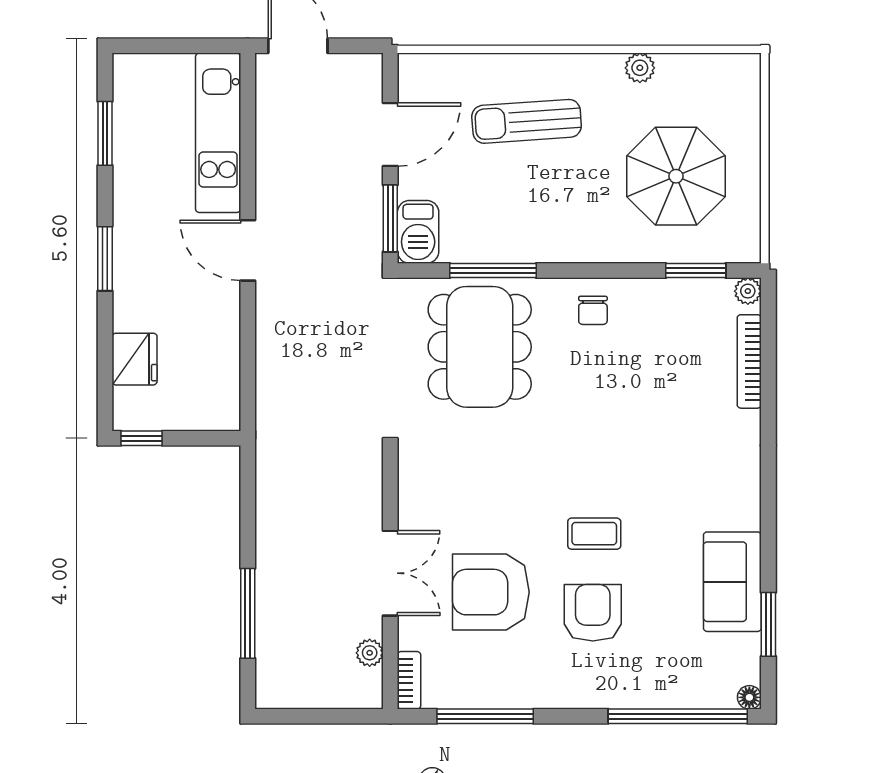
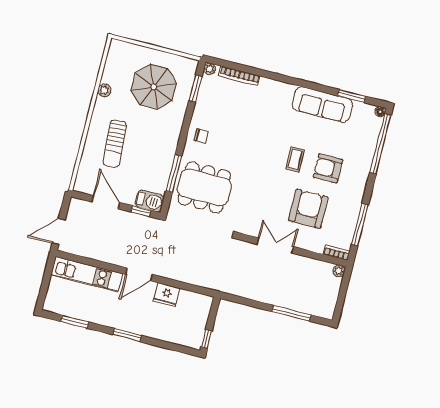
window: (390, 218) -> (141, 211), width x0.67
fridge: (135, 359) -> (166, 295), moved, turned 180
double door: (390, 573) -> (275, 245), moved
sofa: (732, 582) -> (322, 105), width x1.36
armchair: (491, 592) -> (308, 209), turned 180
plant: (370, 653) -> (339, 271), moved

